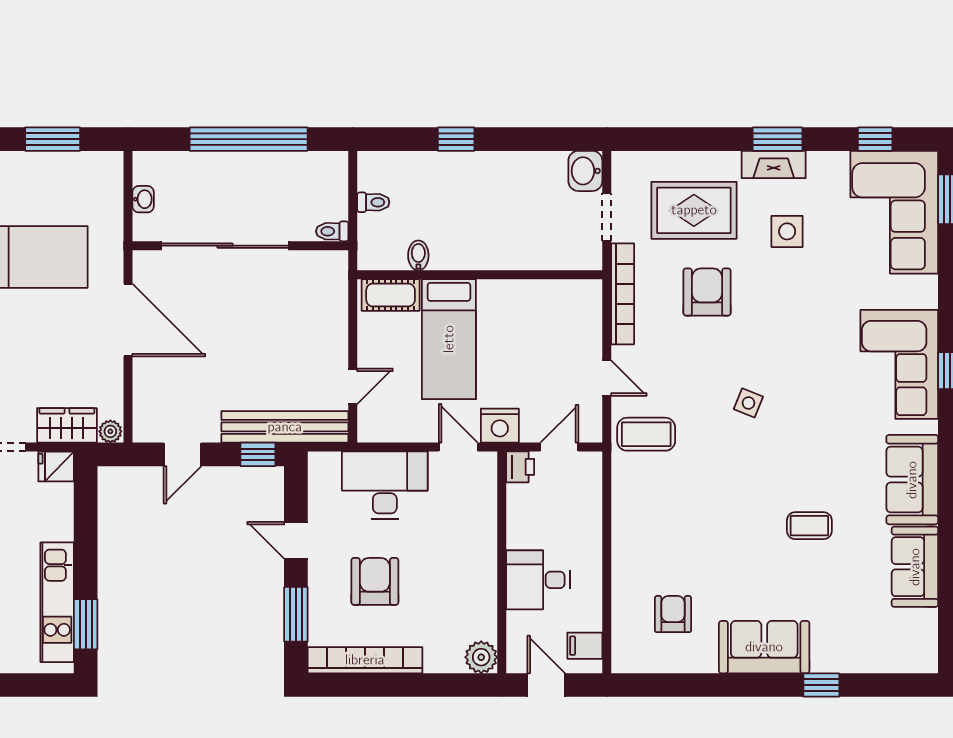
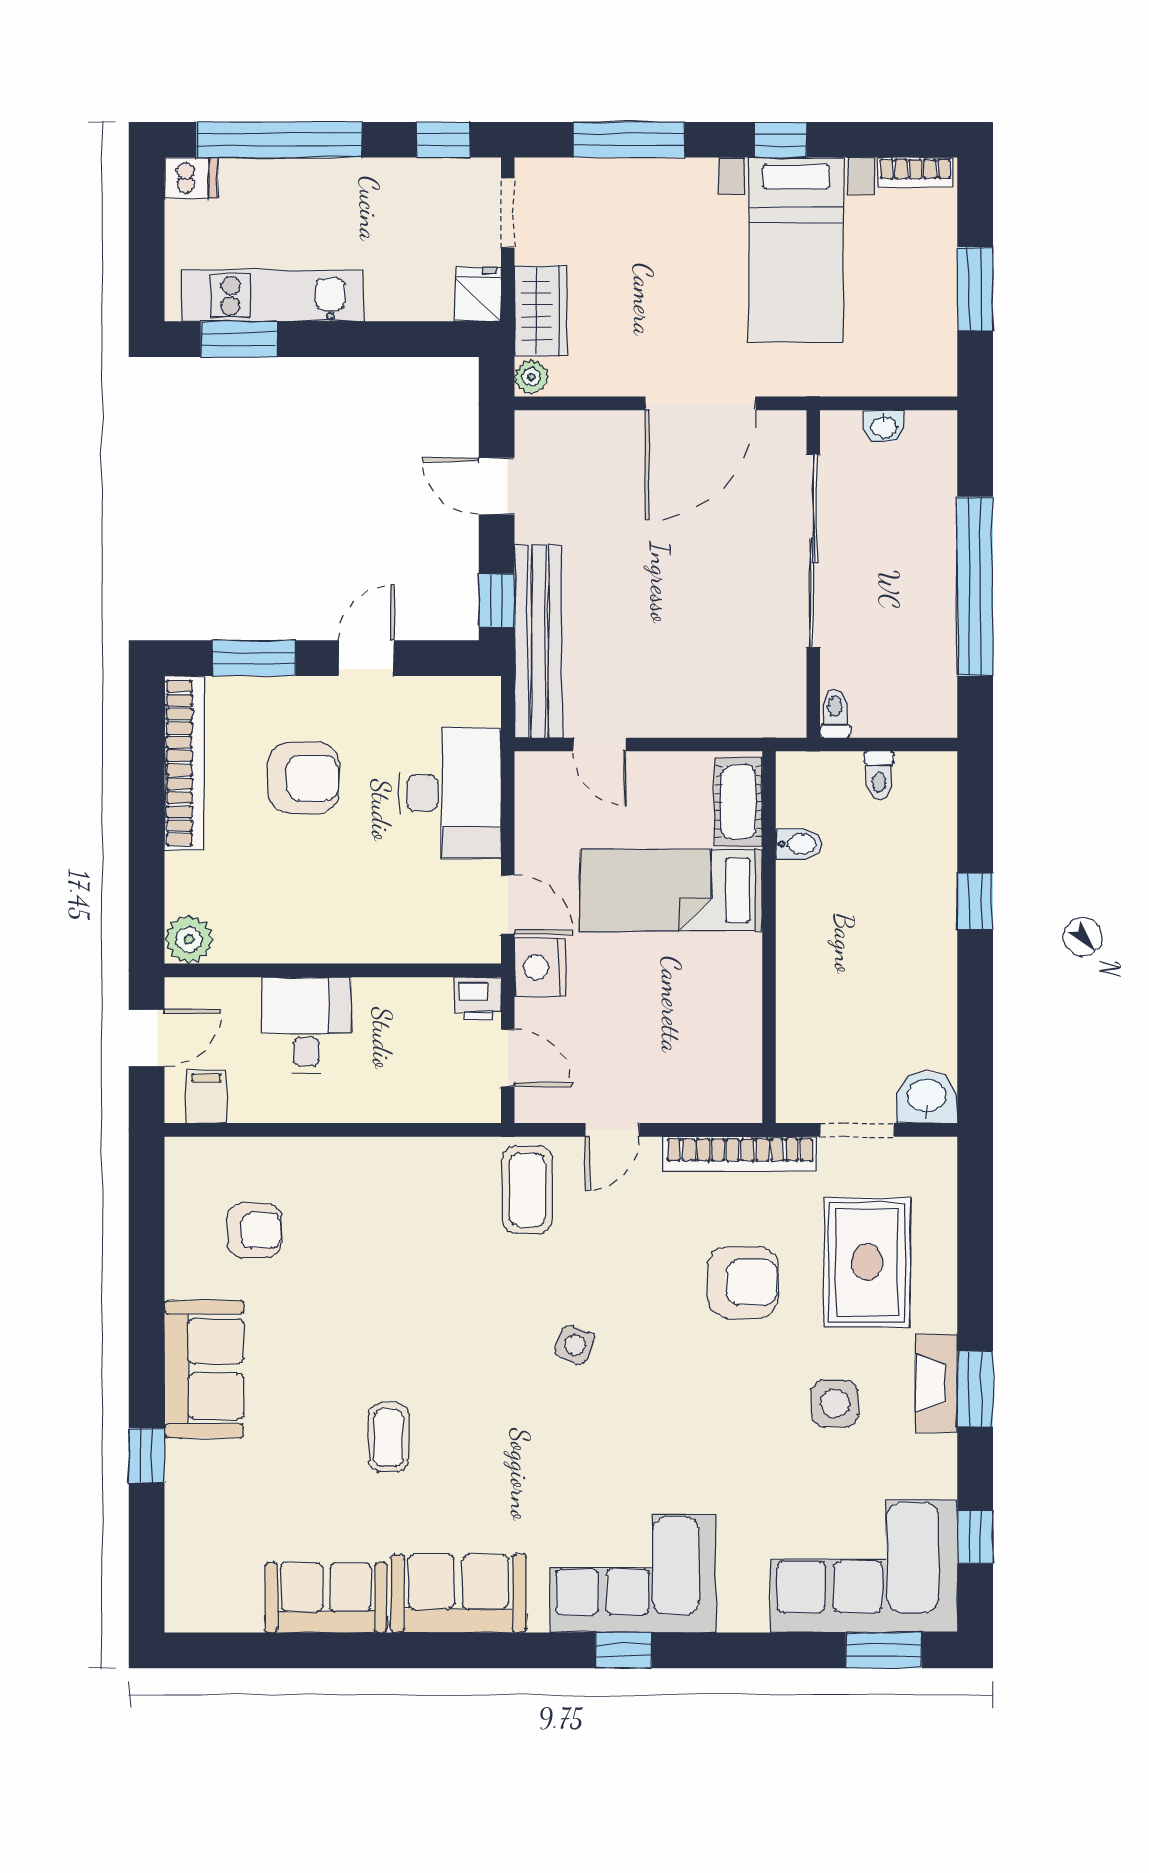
door: (458, 447) -> (508, 904), hinge flipped

